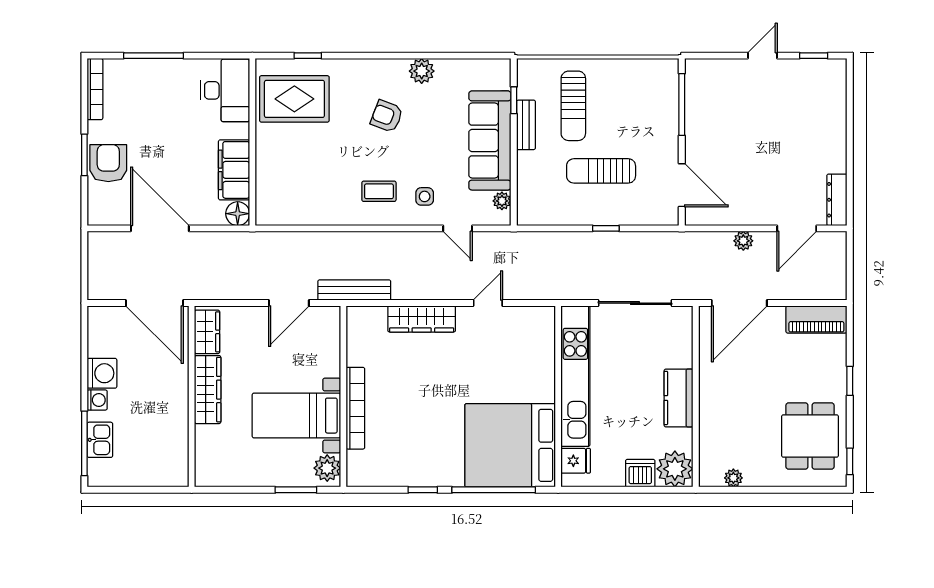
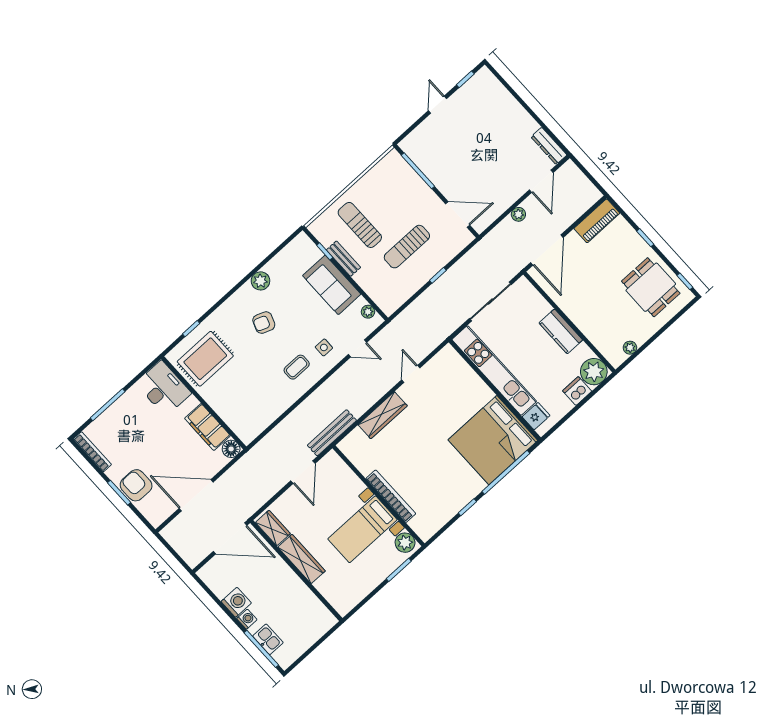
sun lounger: (573, 106) -> (360, 225), turned 180
sofa: (490, 140) -> (332, 285), width x0.73

